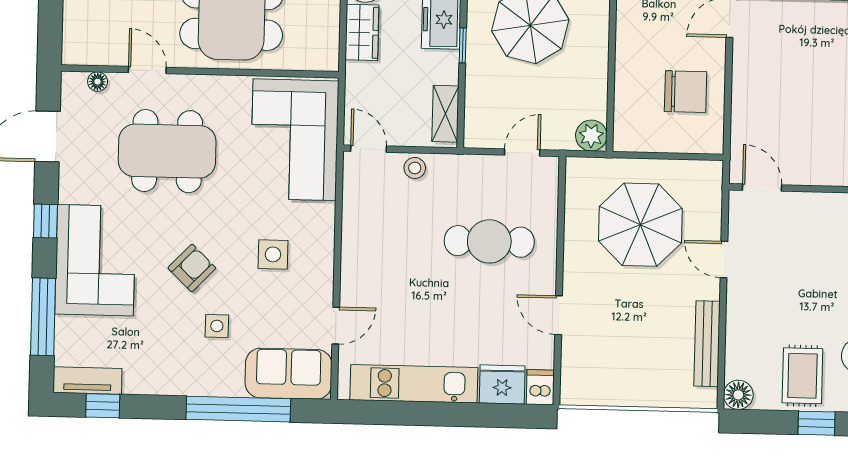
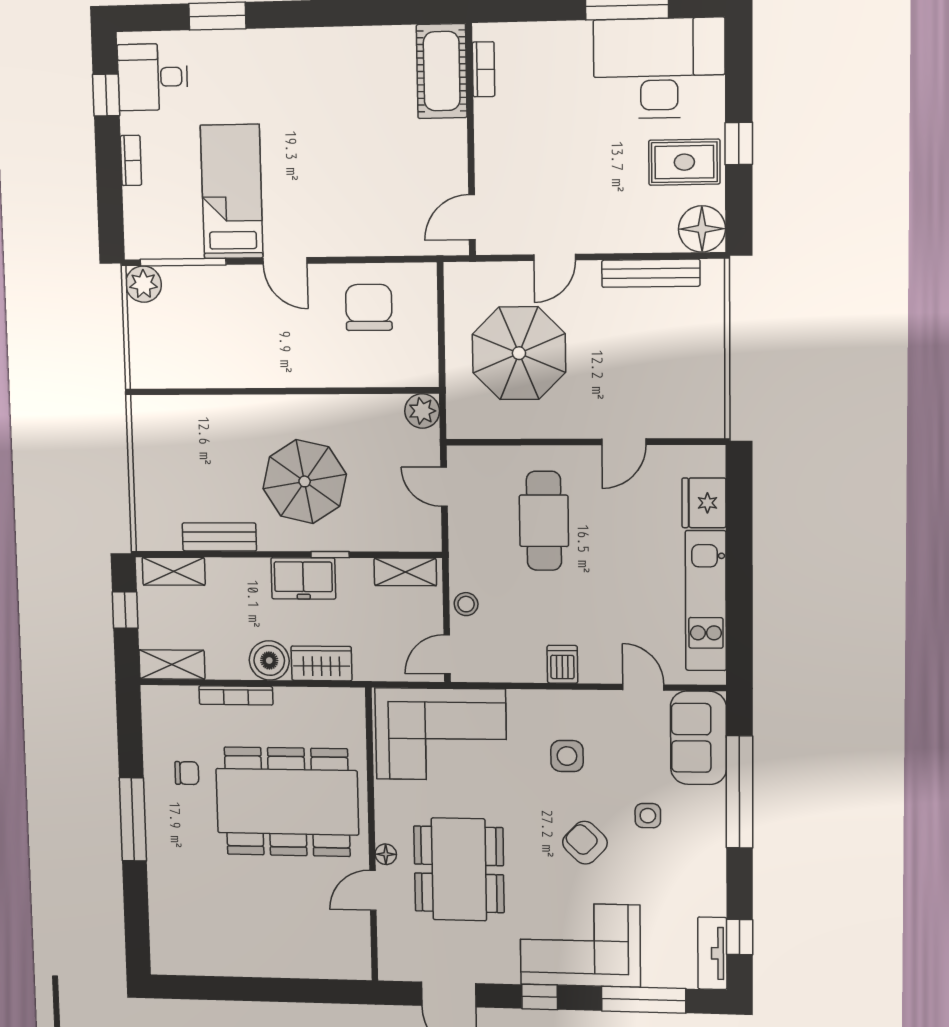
floor lamp: (98, 82) -> (386, 854), moved
dishwasher: (540, 387) -> (562, 664), moved, turned 90
floor lamp: (738, 395) -> (702, 229), width x1.38, depth x1.38

